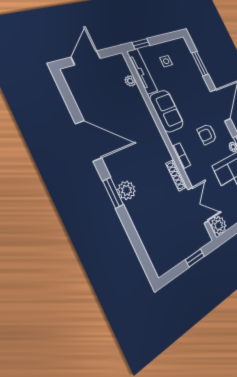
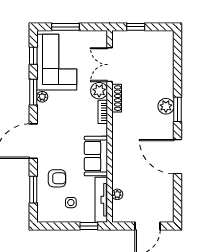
armchair: (207, 134) -> (57, 178), moved
plant: (219, 225) -> (99, 91), moved

